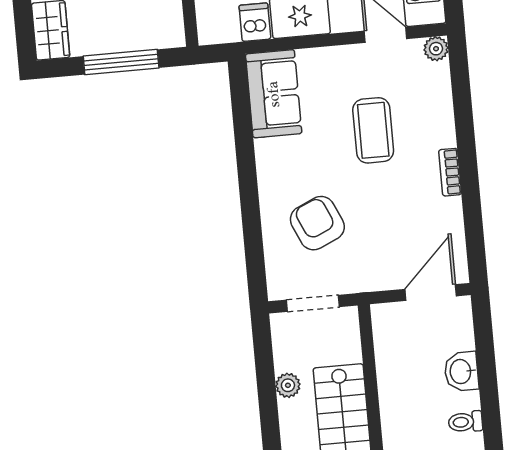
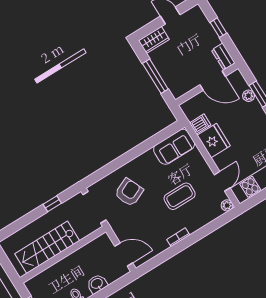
doorway: (313, 303) -> (94, 207), width x1.38
window: (266, 380) -> (52, 204), added
plant: (288, 385) -> (55, 214), removed

